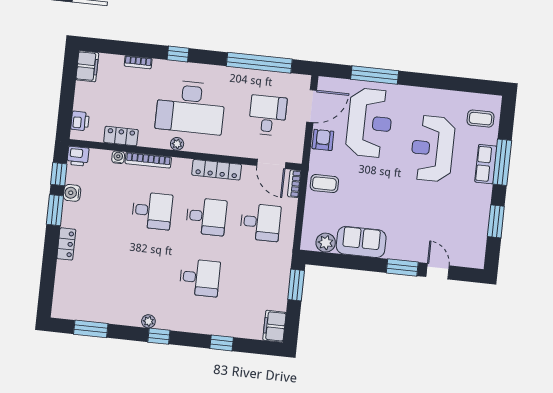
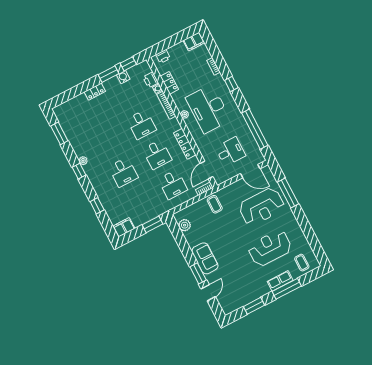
armchair: (323, 140) -> (237, 189), removed
printer: (78, 156) -> (151, 80), moved
sofa: (361, 242) -> (205, 258), moved

